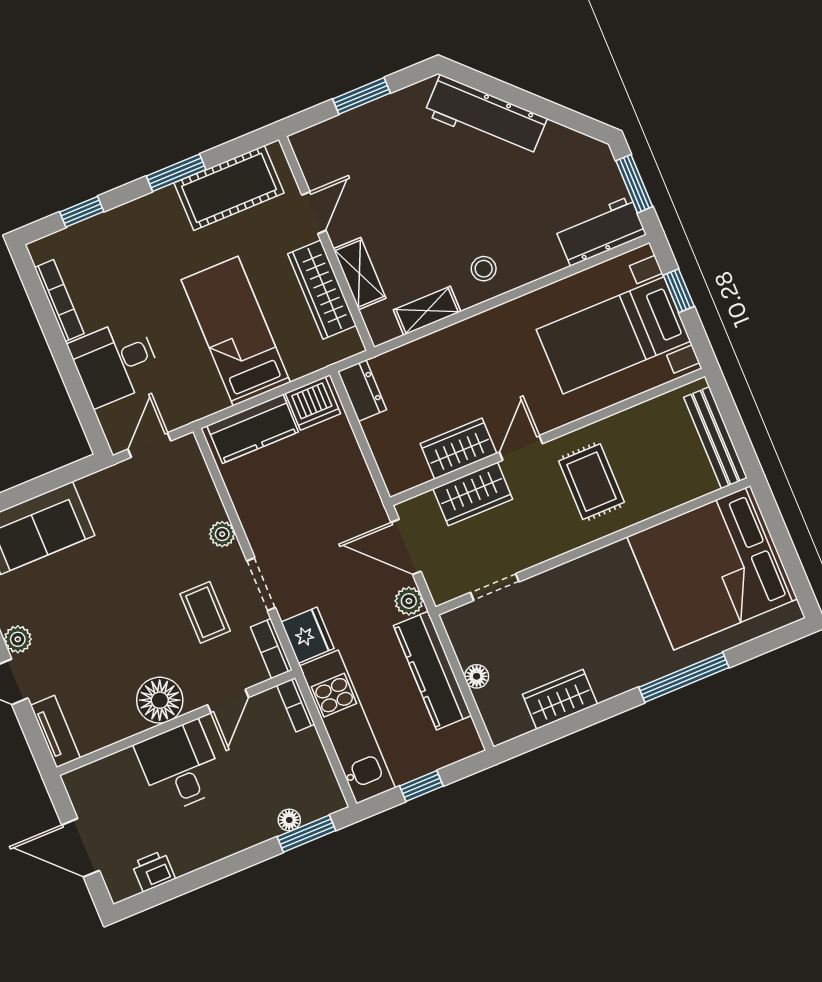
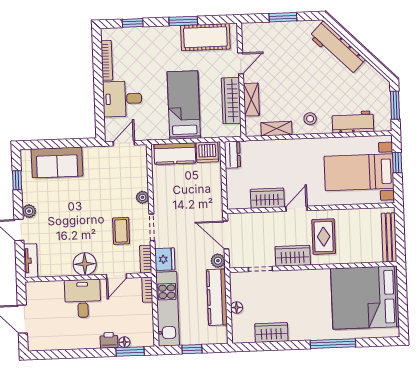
workbench: (600, 231) -> (353, 122), moved
wardrobe: (473, 494) -> (293, 256), moved, turned 180
printer: (153, 871) -> (109, 340), moved

